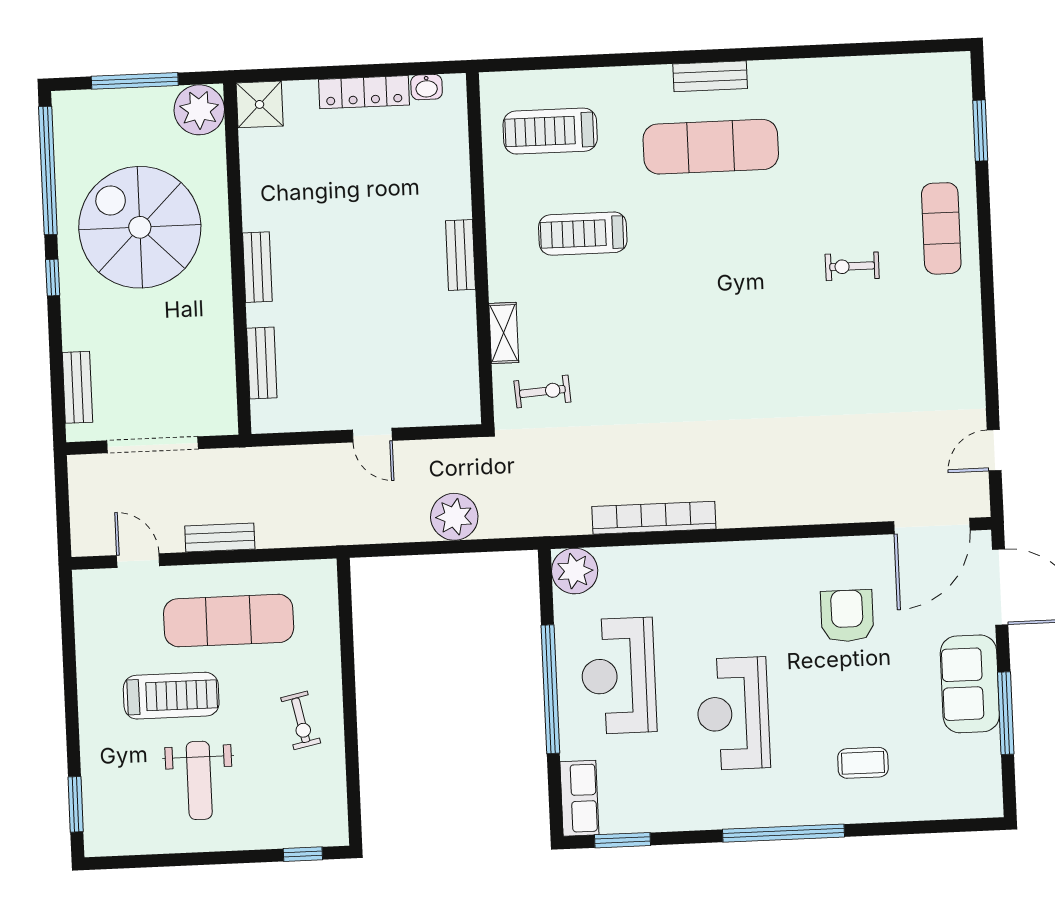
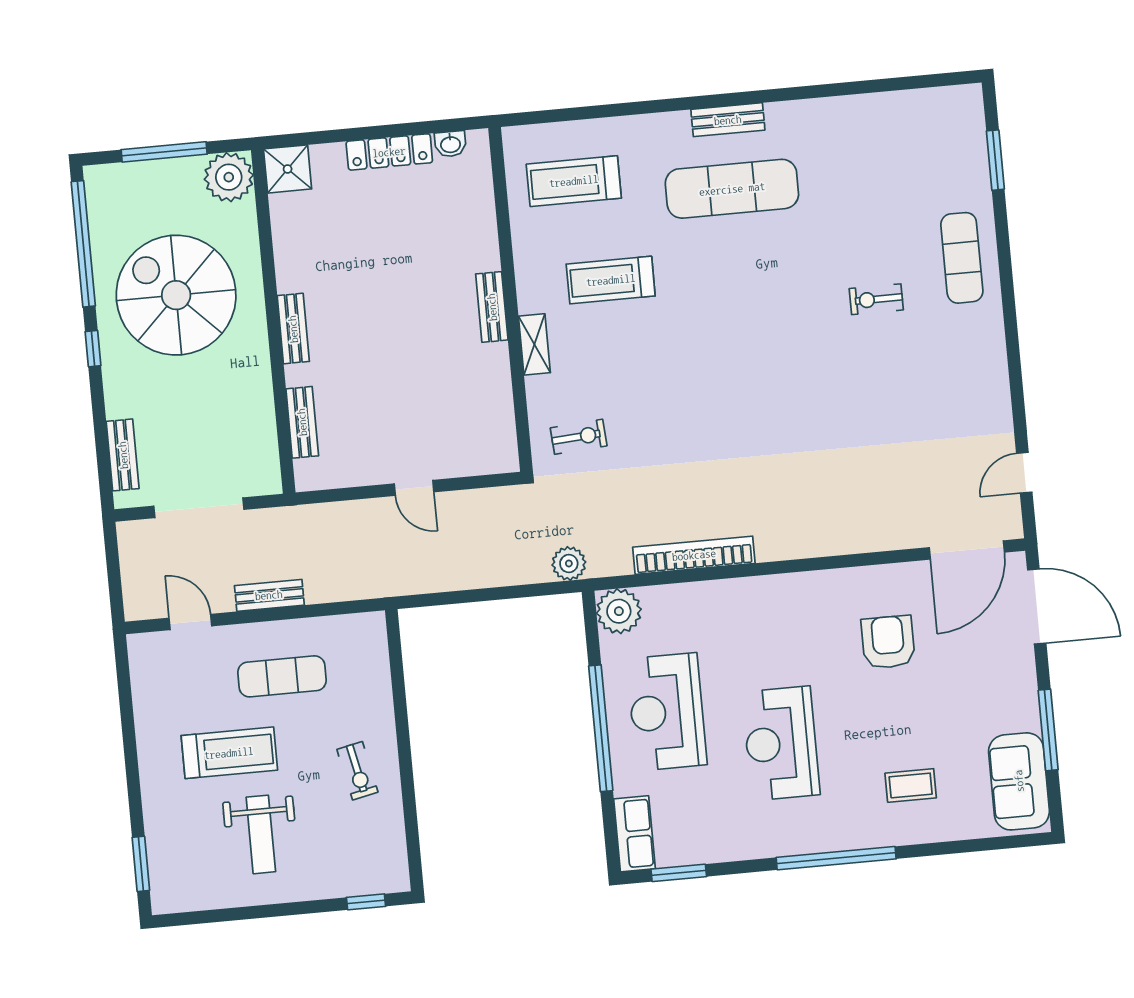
shelving: (504, 333) -> (534, 344), moved
plant: (454, 517) -> (569, 564), moved, width x0.73, depth x0.73
exercise mat: (229, 621) -> (282, 676), width x0.73, depth x0.69
sofa: (970, 684) -> (1019, 781), moved

